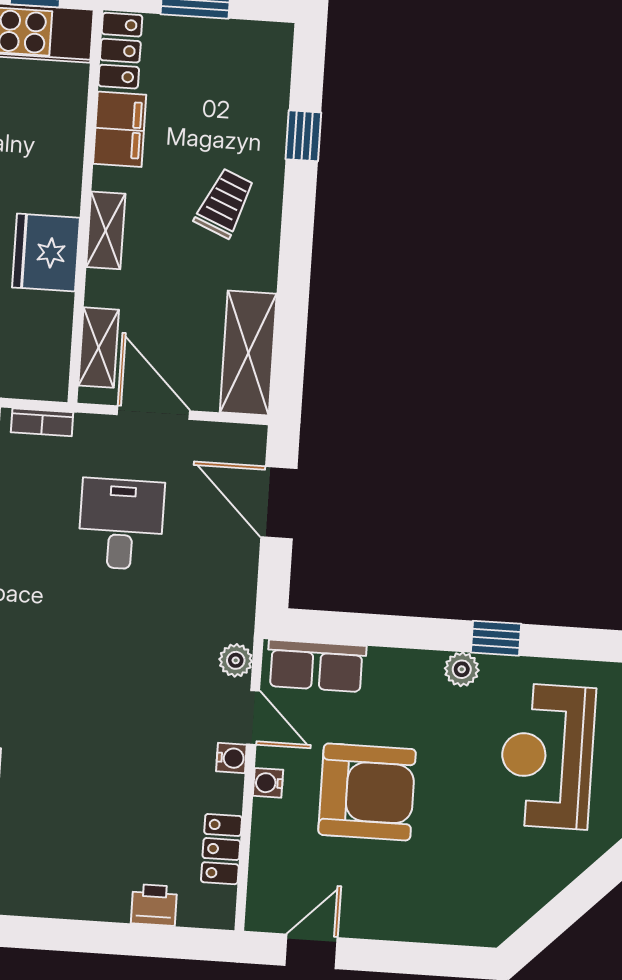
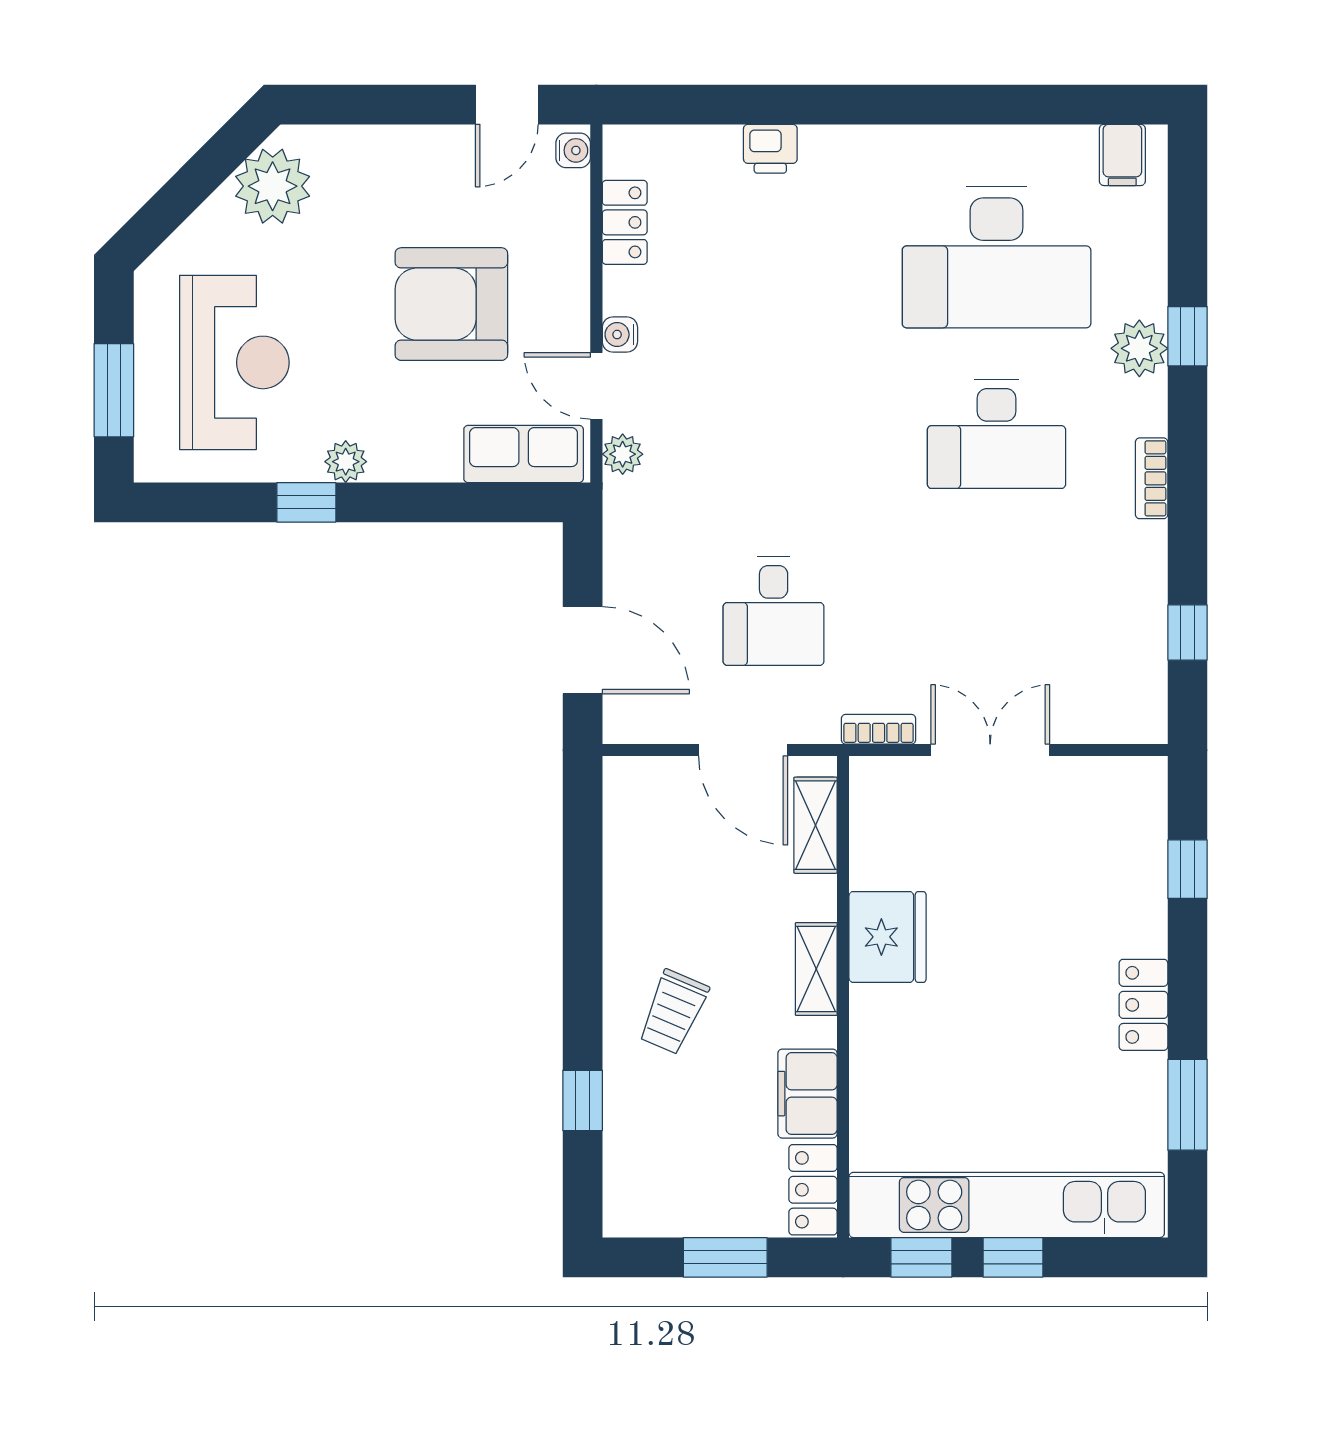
shelving: (248, 353) -> (632, 831), removed
water cooler: (268, 783) -> (573, 150), moved
plant: (506, 898) -> (273, 186), added
printer: (154, 905) -> (770, 149), moved

